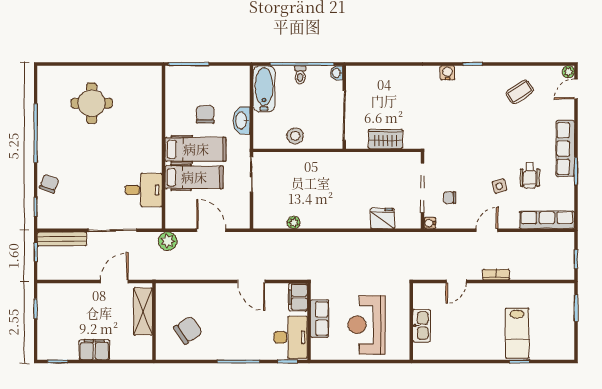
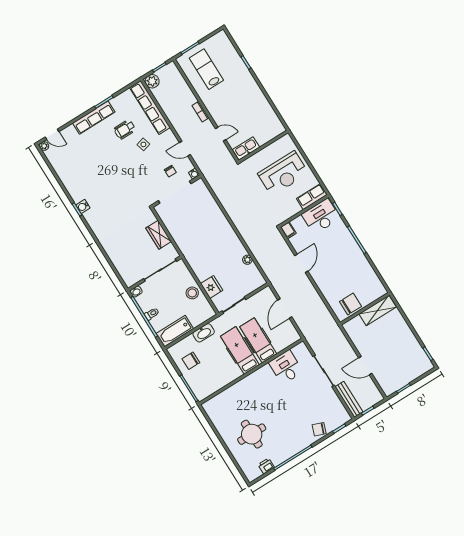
water cooler: (448, 73) -> (83, 206), moved
coffee table: (520, 92) -> (76, 169), removed
printer: (45, 97) -> (266, 466), added
chair: (205, 114) -> (191, 361), moved
wheelchair: (530, 176) -> (125, 129), turned 180
fridge: (382, 218) -> (212, 287), moved, turned 180
row of seats: (547, 220) -> (150, 107), width x1.36
door: (487, 230) -> (185, 149), moved
plant: (168, 241) -> (152, 81), moved
door: (114, 281) -> (365, 366), moved
filing cabinet: (298, 297) -> (288, 230), width x0.50
shelving: (143, 311) -> (378, 311), moved
row of seats: (320, 319) -> (312, 197), moved
kitchen sink: (422, 326) -> (246, 148), moved
chair: (188, 330) -> (351, 304), moved, turned 124
lab bench: (517, 333) -> (206, 69), moved, turned -90
filing cabinet: (94, 350) -> (406, 335), removed

